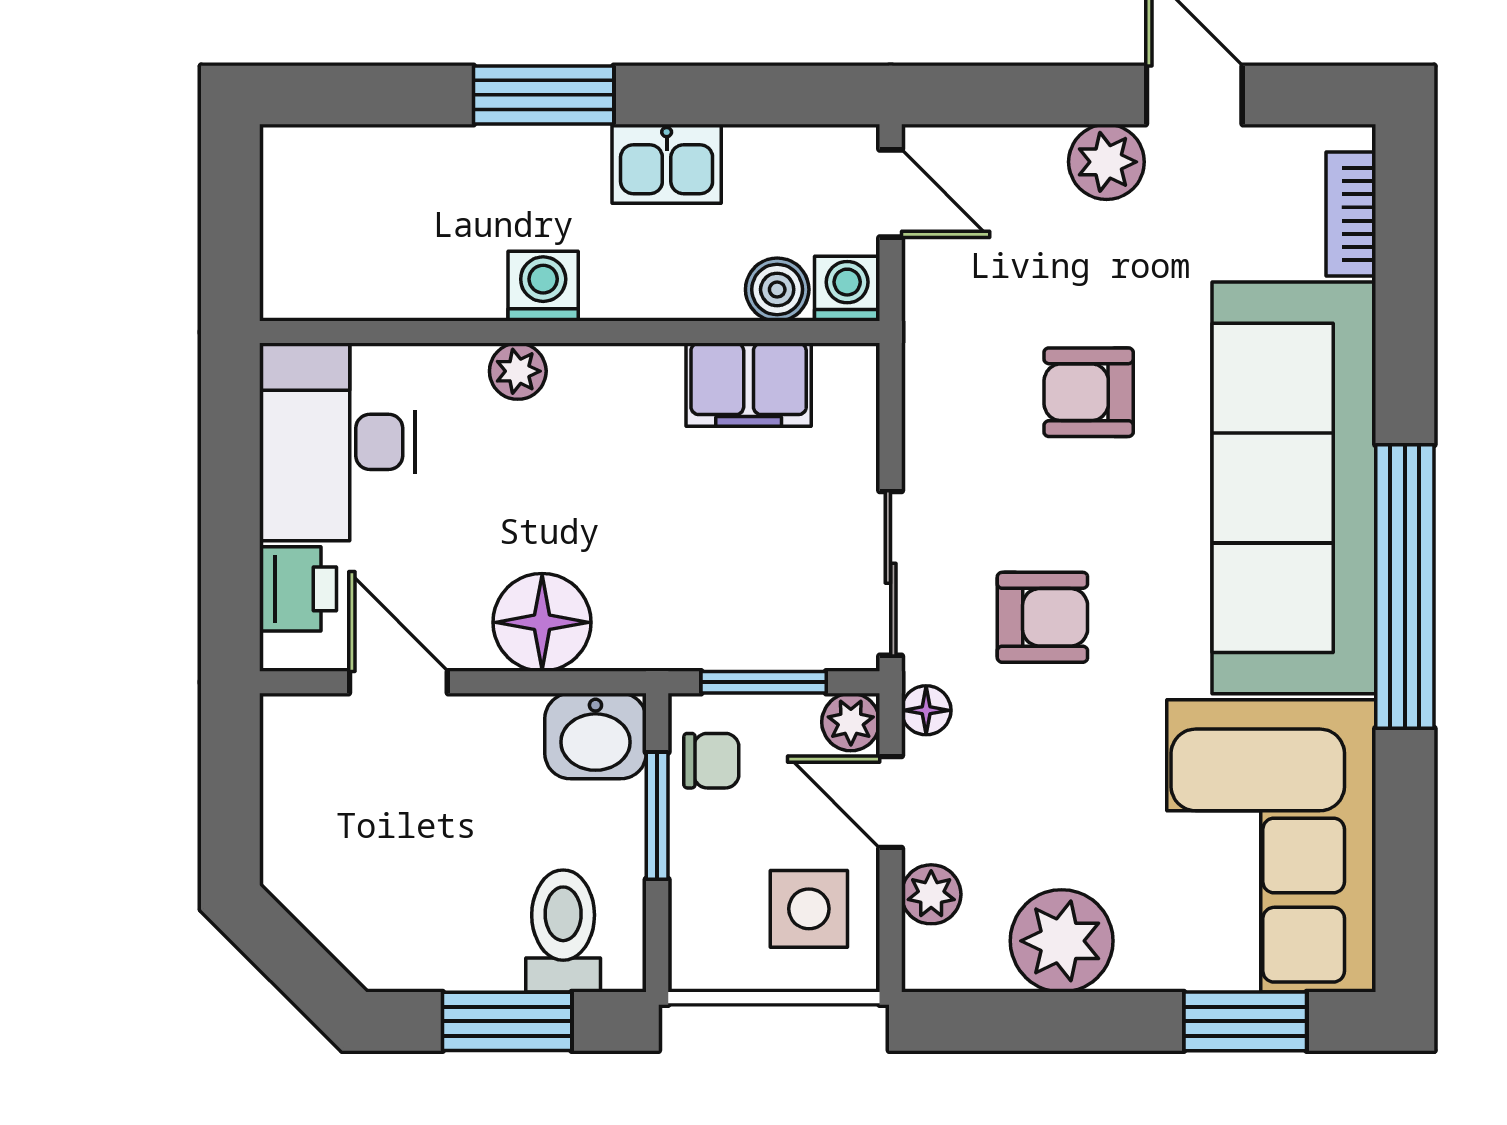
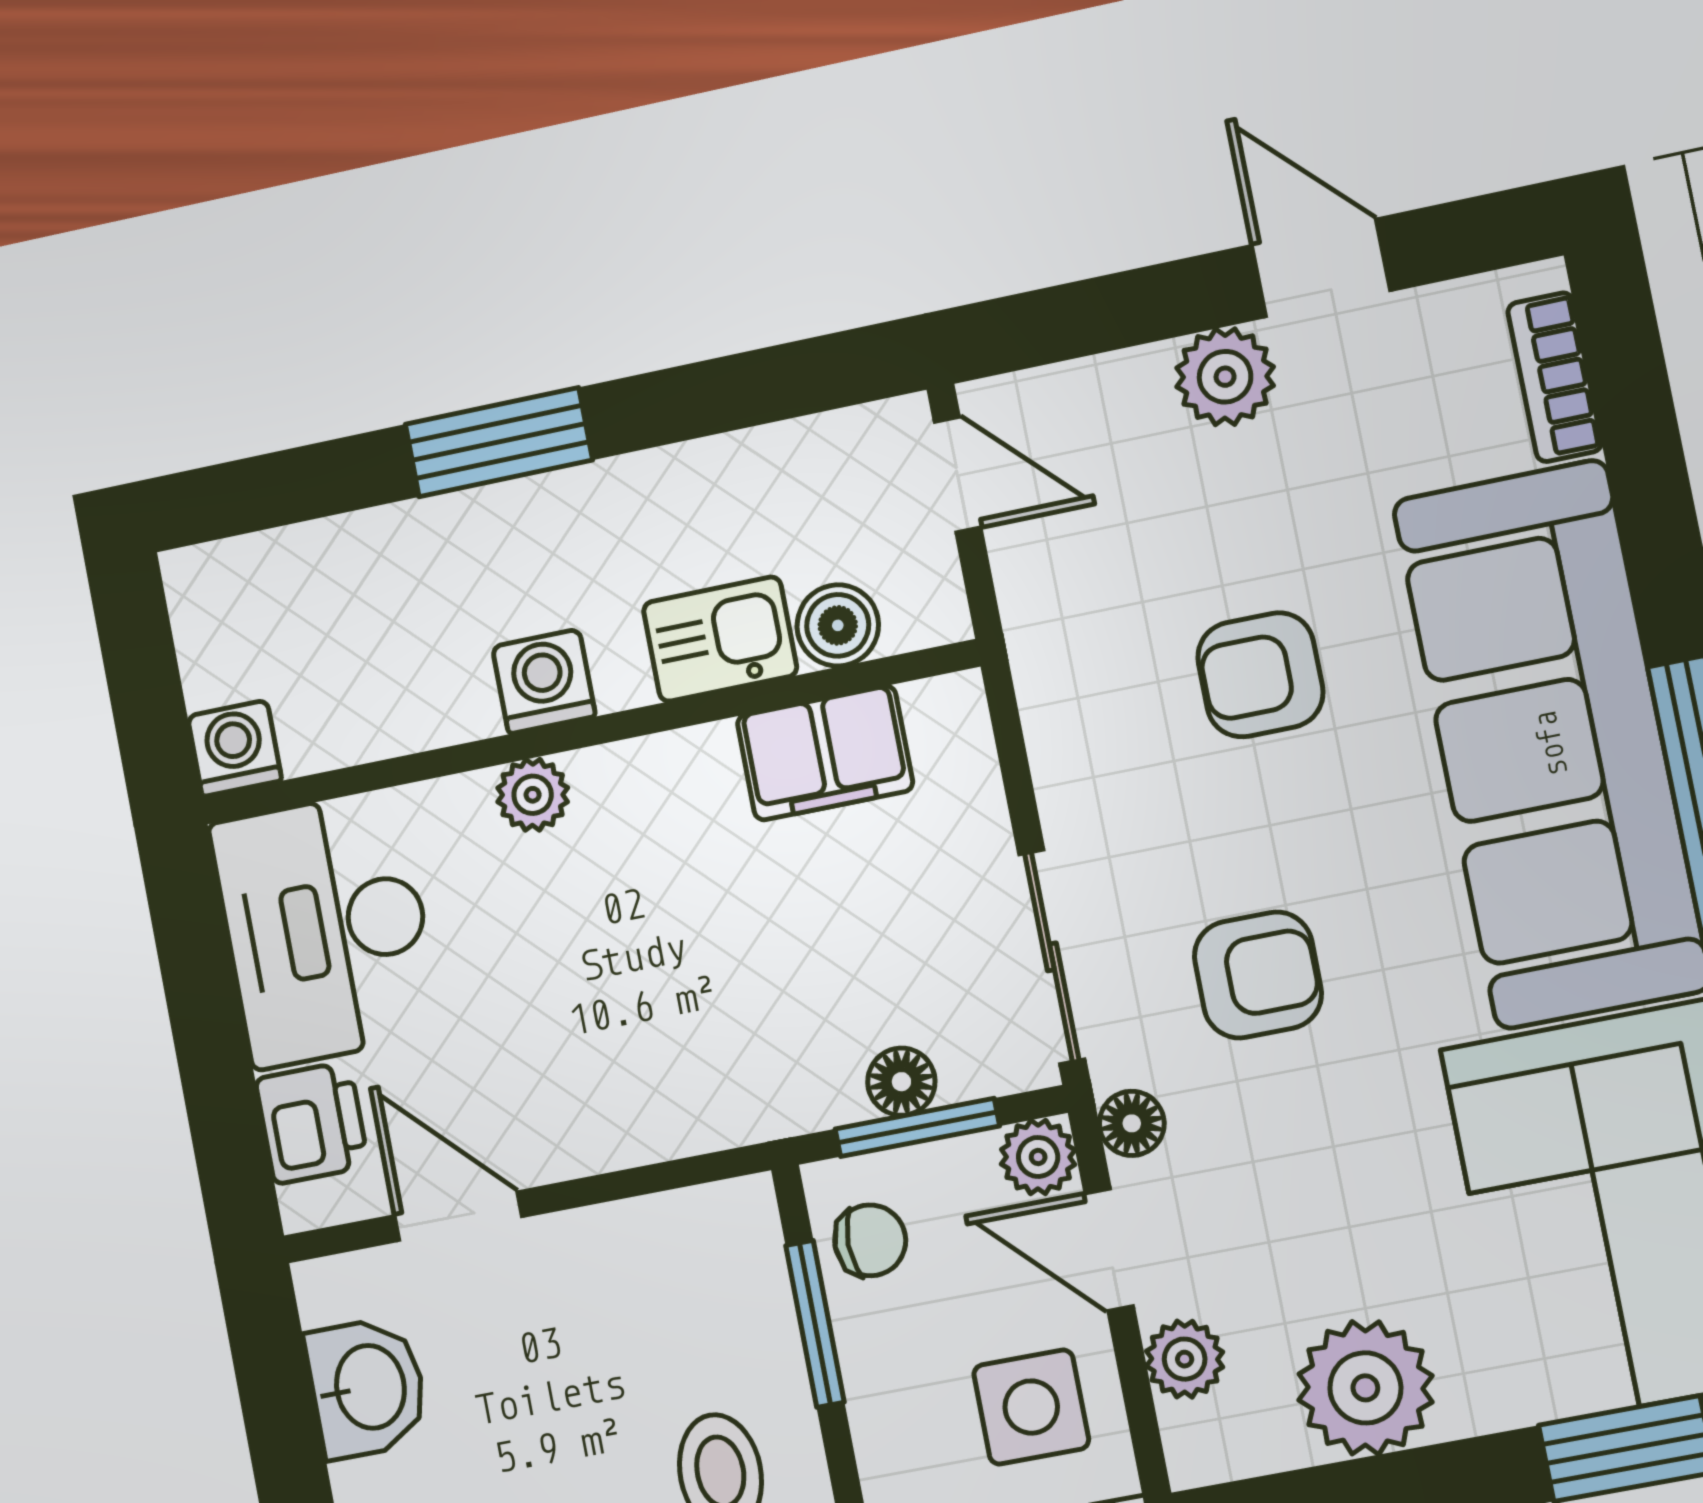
kitchen sink: (667, 164) -> (720, 639), moved, turned 180
washing machine: (847, 289) -> (235, 748), moved
floor lamp: (542, 622) -> (901, 1082), moved, width x0.53, depth x0.53
washbasin: (595, 736) -> (367, 1387), moved, turned -90

